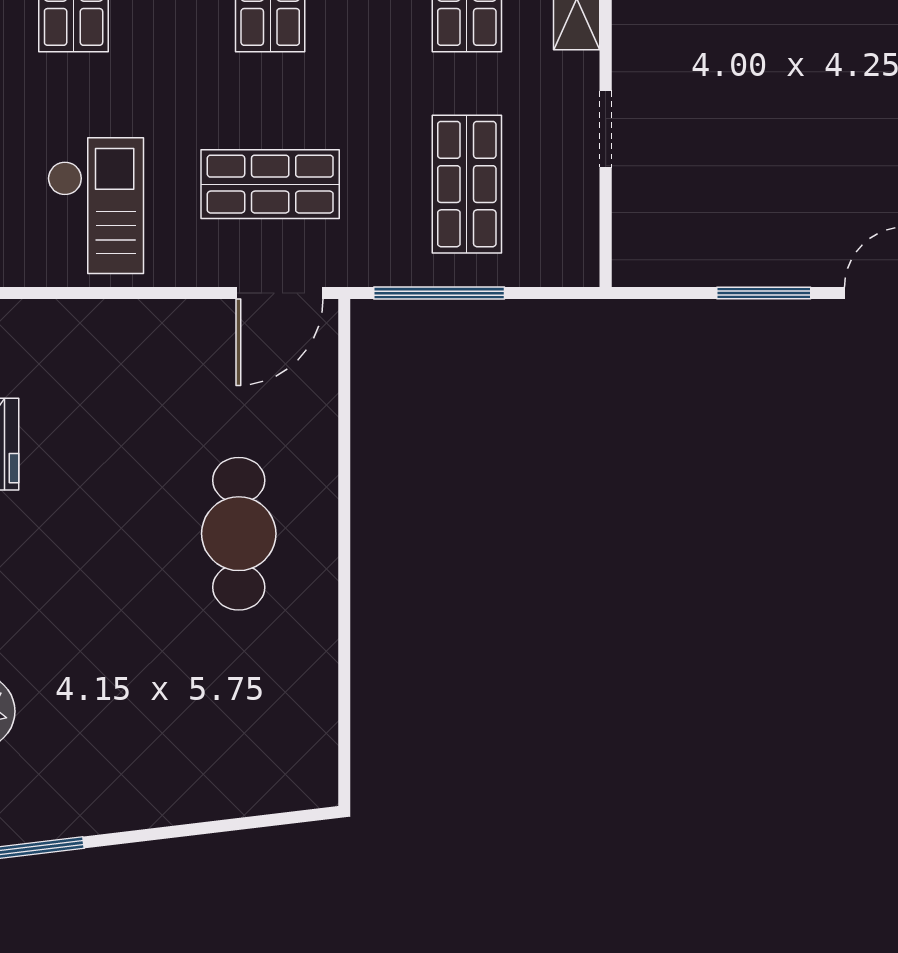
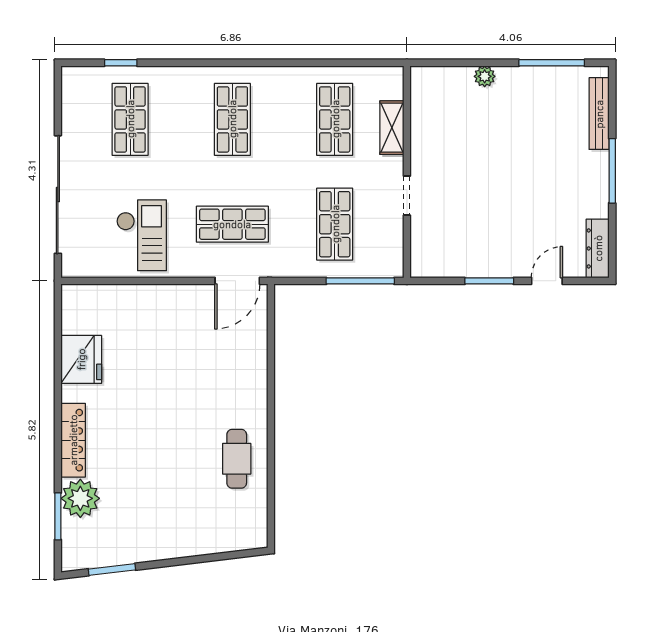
window: (439, 293) -> (360, 281), moved
cafe table: (239, 534) -> (237, 459), moved, width x0.73, depth x0.74

